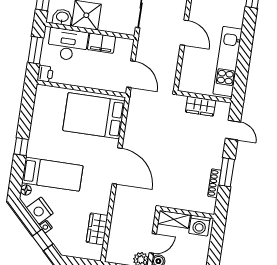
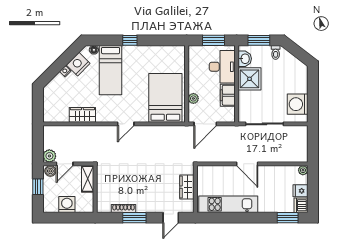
door: (184, 33) -> (247, 164), hinge flipped
printer: (45, 74) -> (195, 51), removed
plant: (99, 83) -> (193, 98), added
door: (117, 166) -> (126, 124), width x0.53
washing machine: (199, 226) -> (67, 204), moved, turned 90
wardrobe: (97, 229) -> (82, 115), moved
window: (43, 240) -> (54, 70), removed
door: (153, 243) -> (65, 164), hinge flipped

